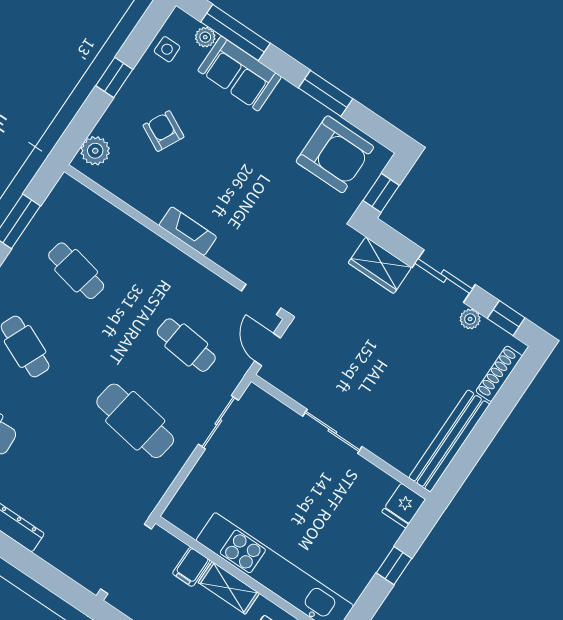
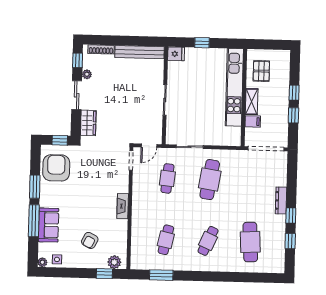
window: (236, 33) -> (34, 221), moved
plant: (205, 37) -> (42, 262), moved
window: (114, 77) -> (104, 274), moved

